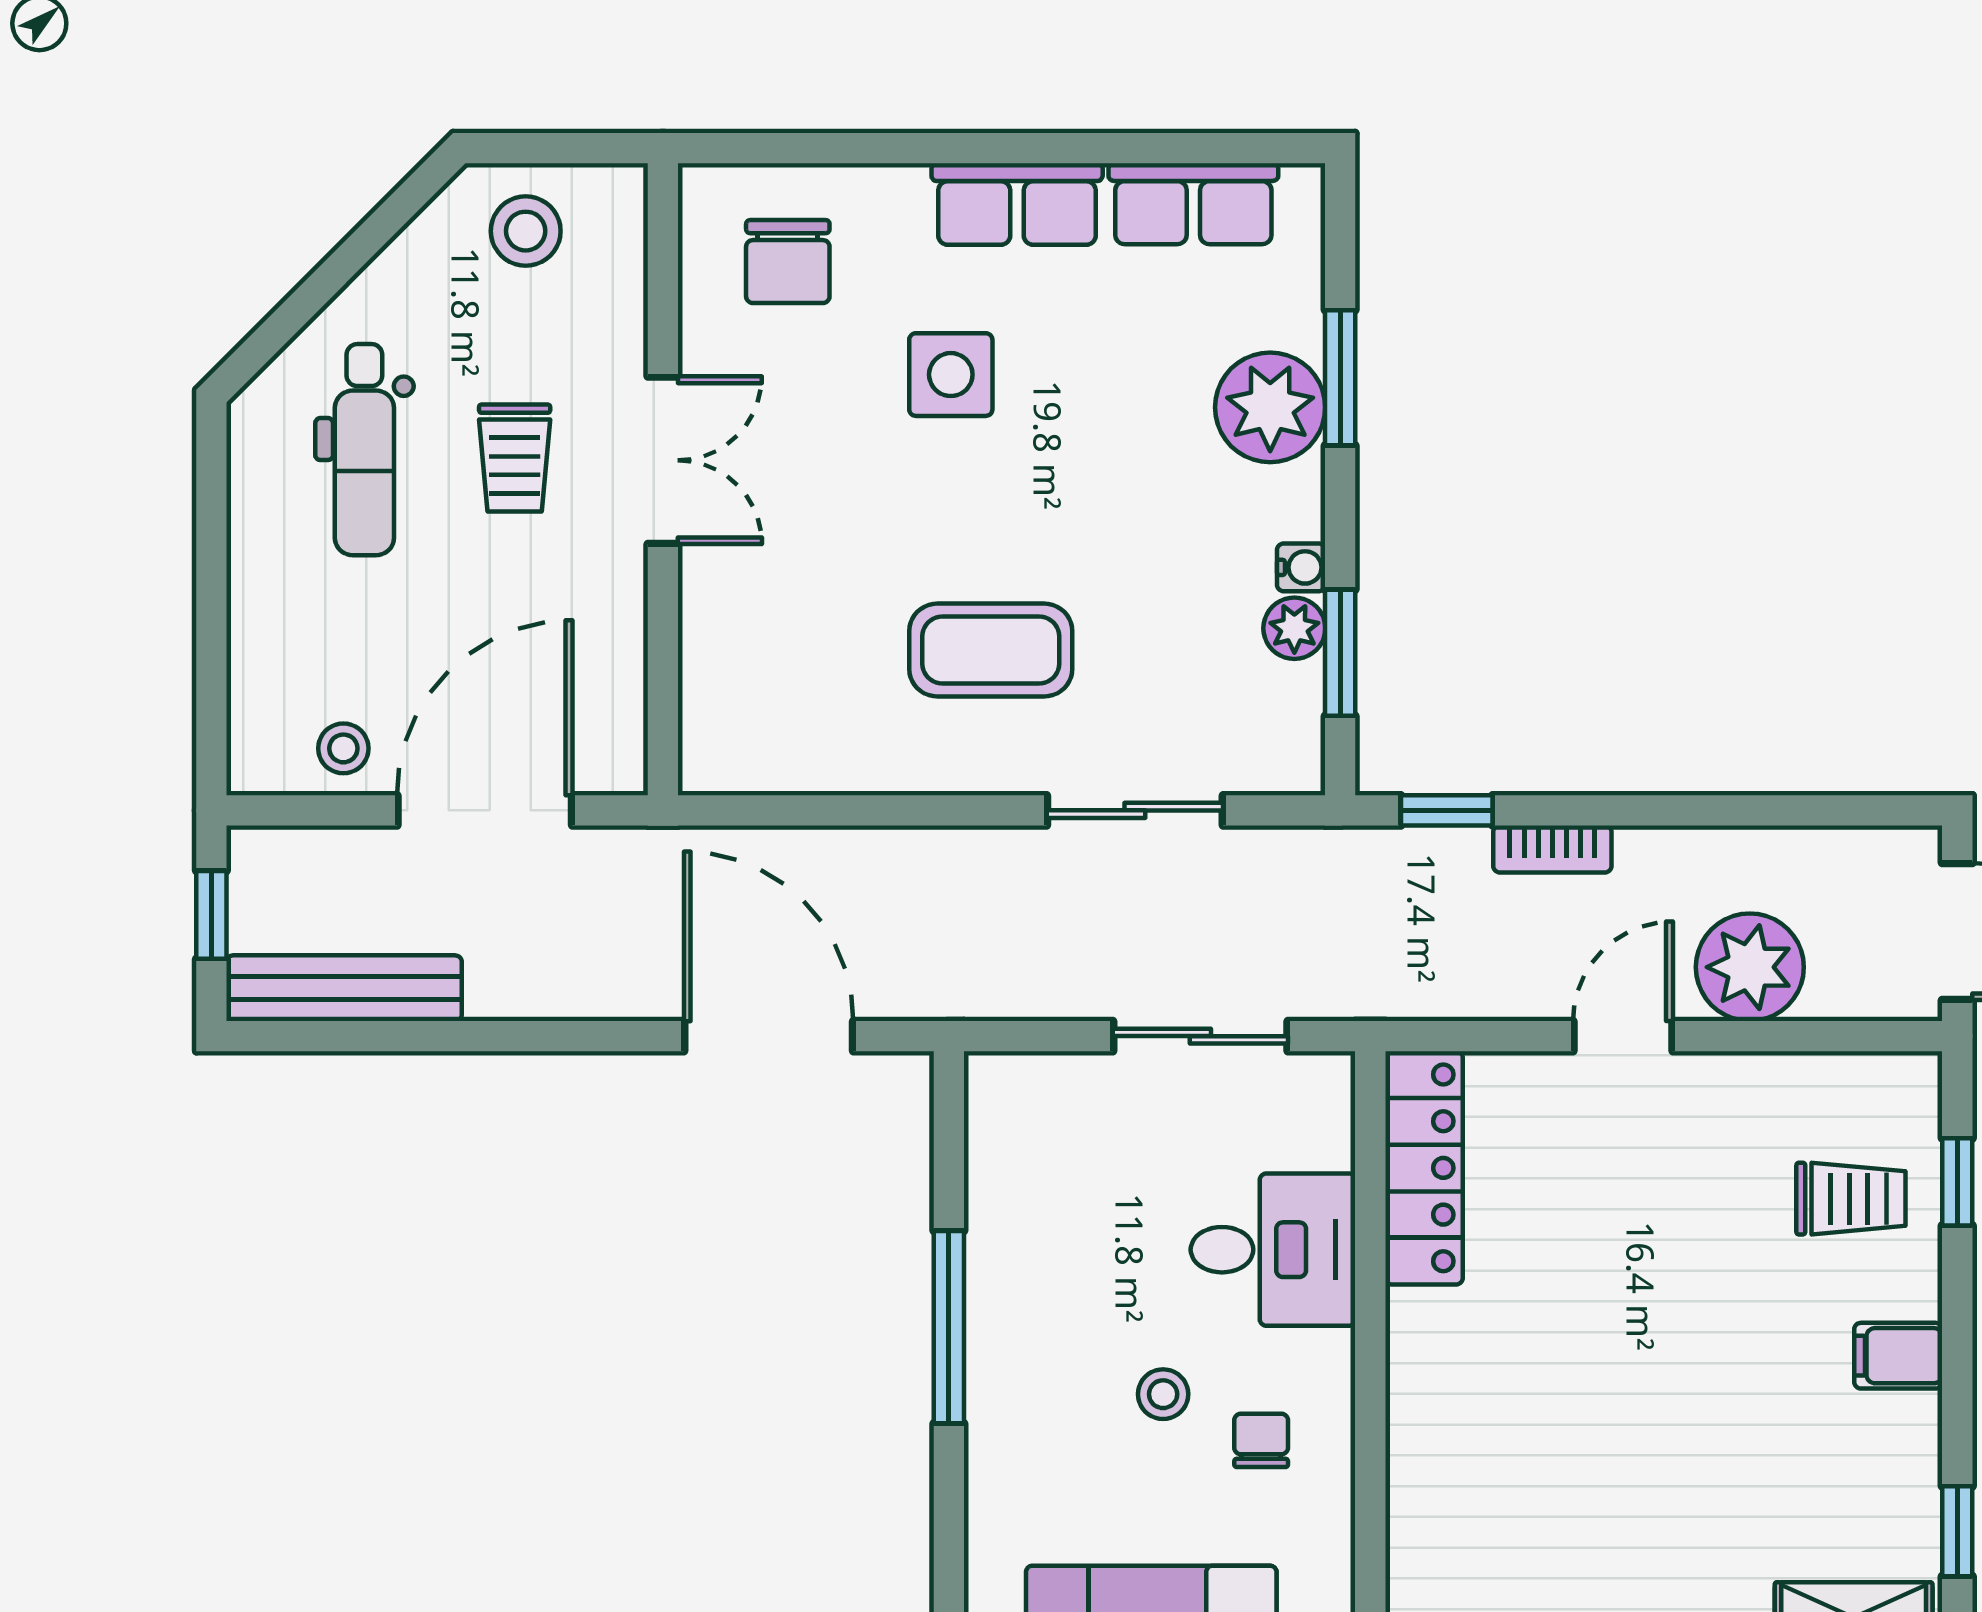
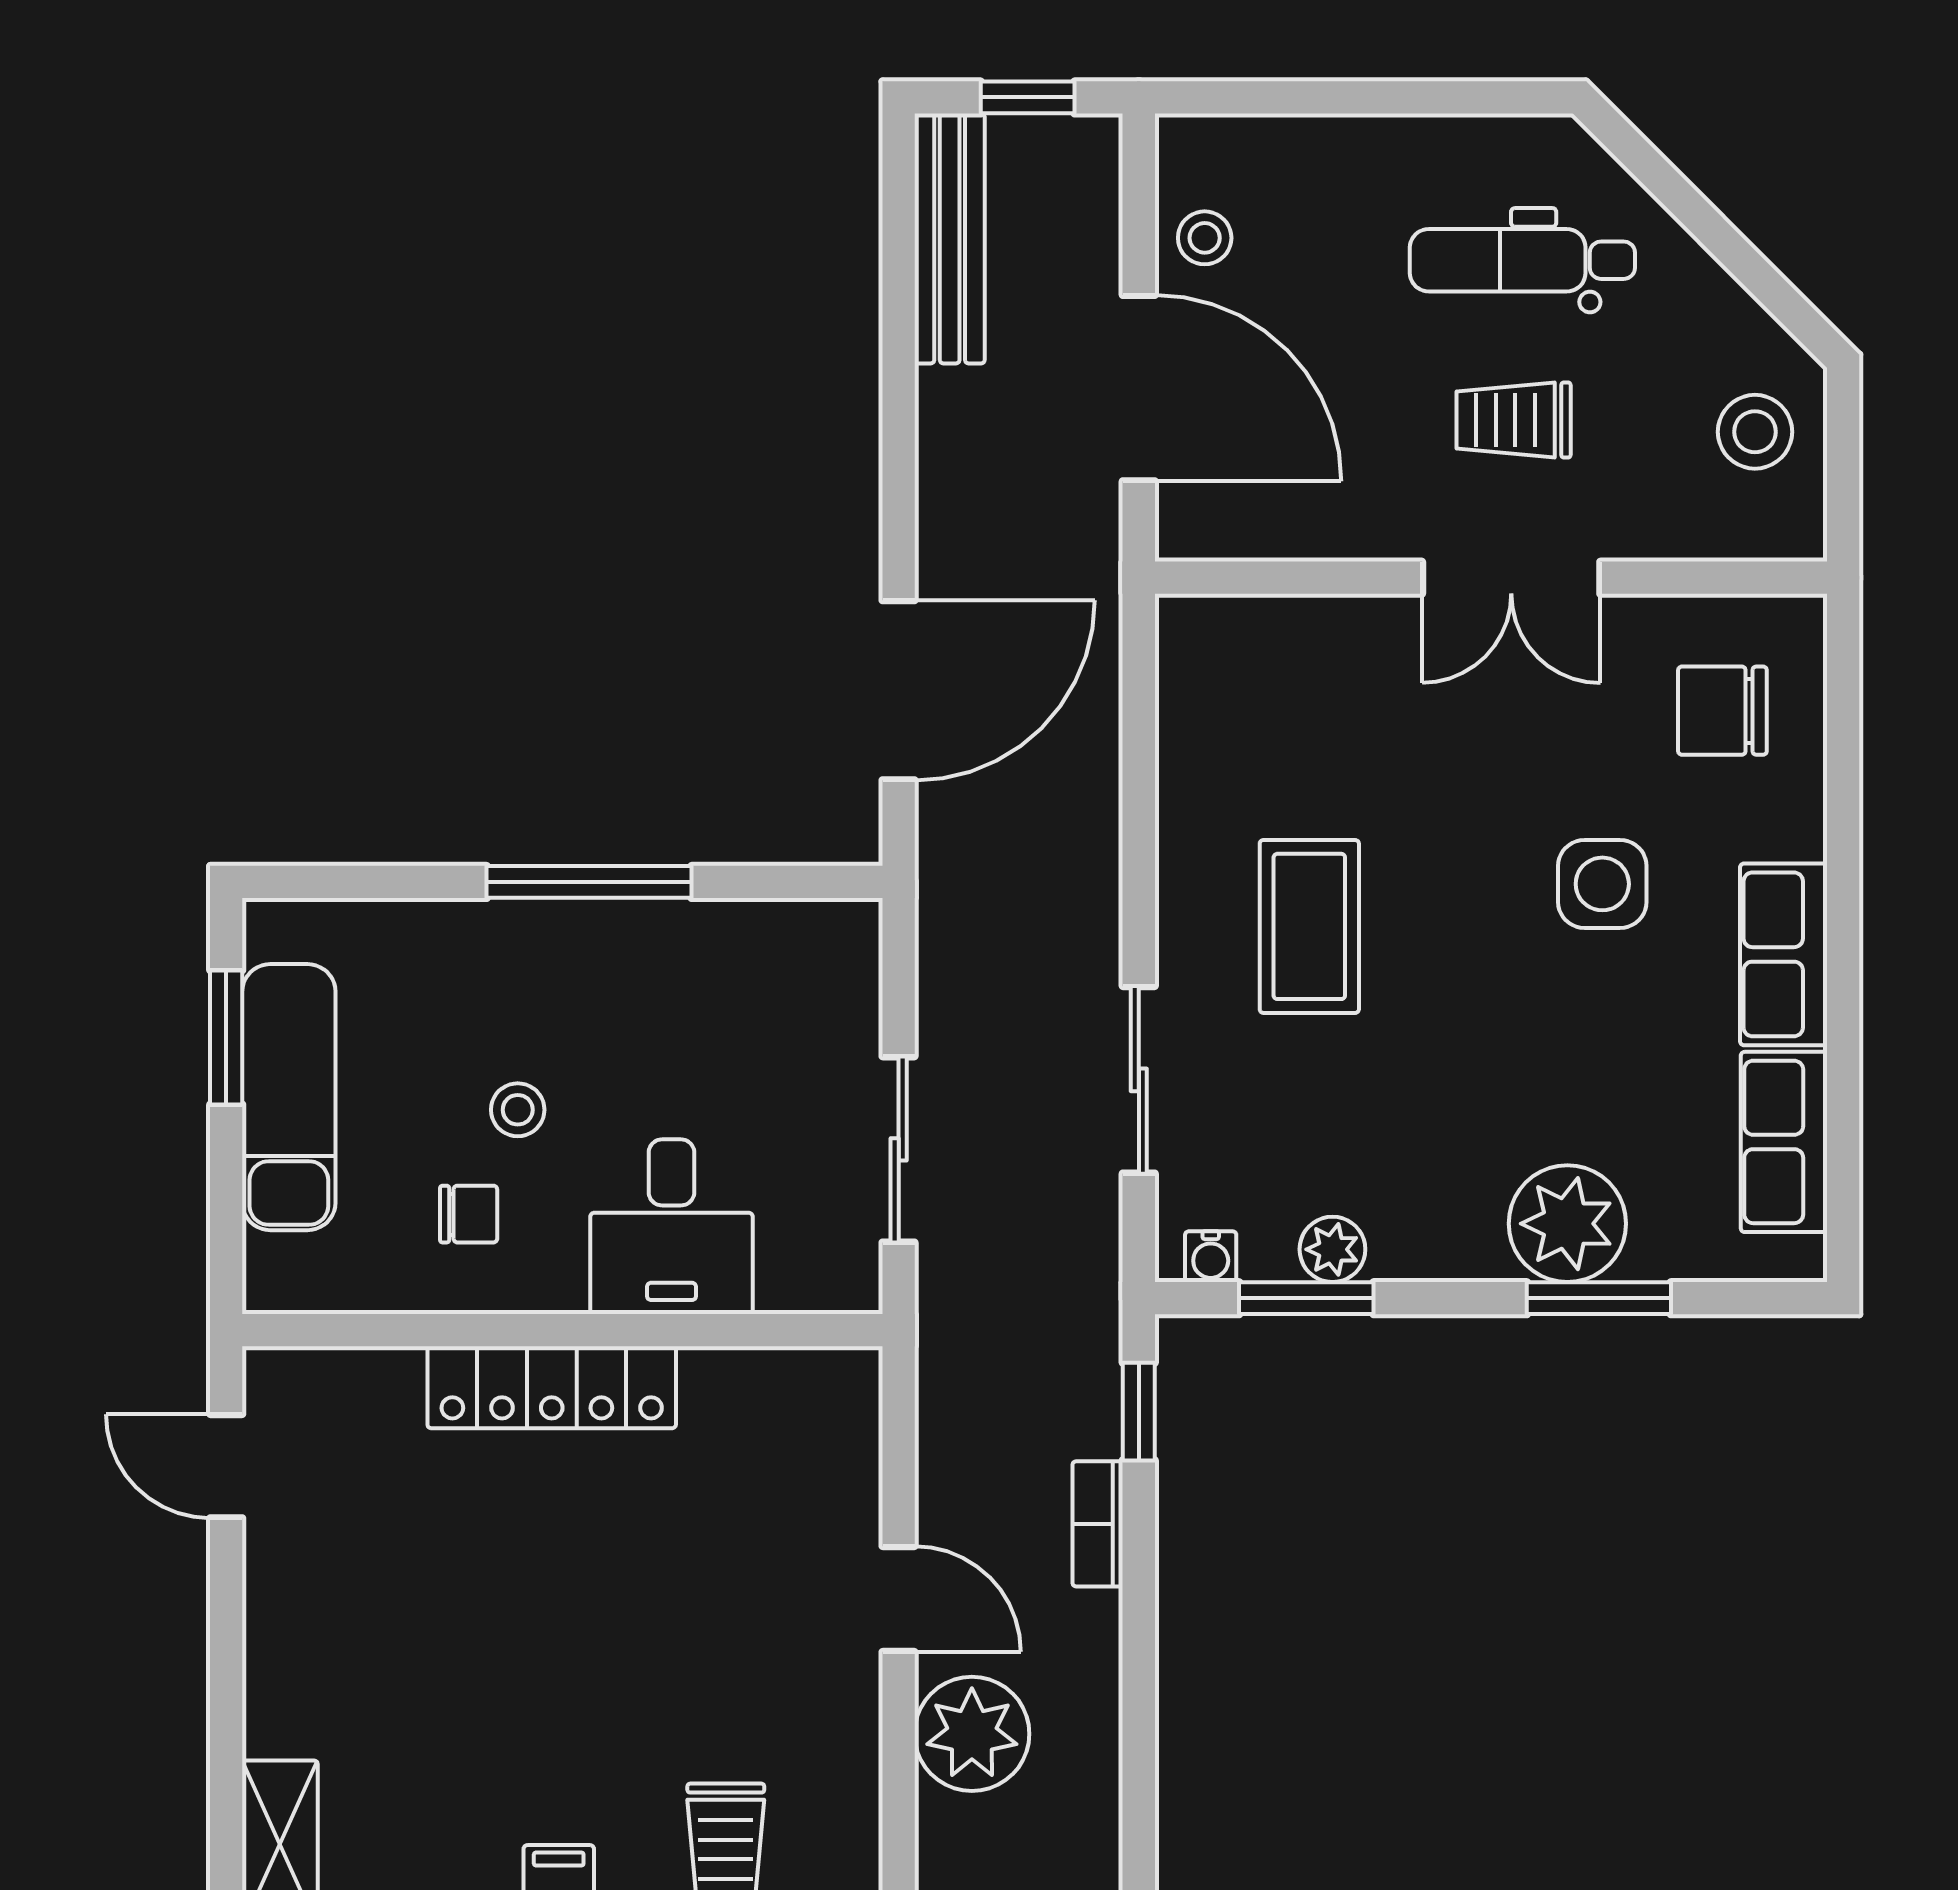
water cooler: (1301, 567) -> (1211, 1257), moved
locker: (1424, 1168) -> (552, 1387), moved

